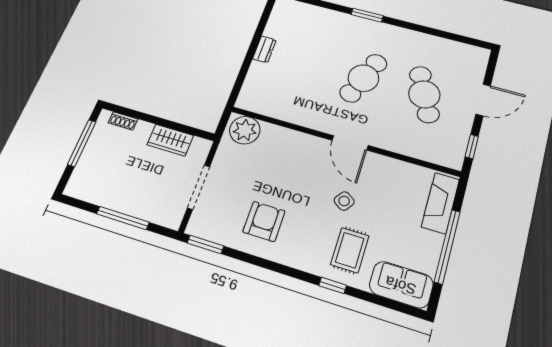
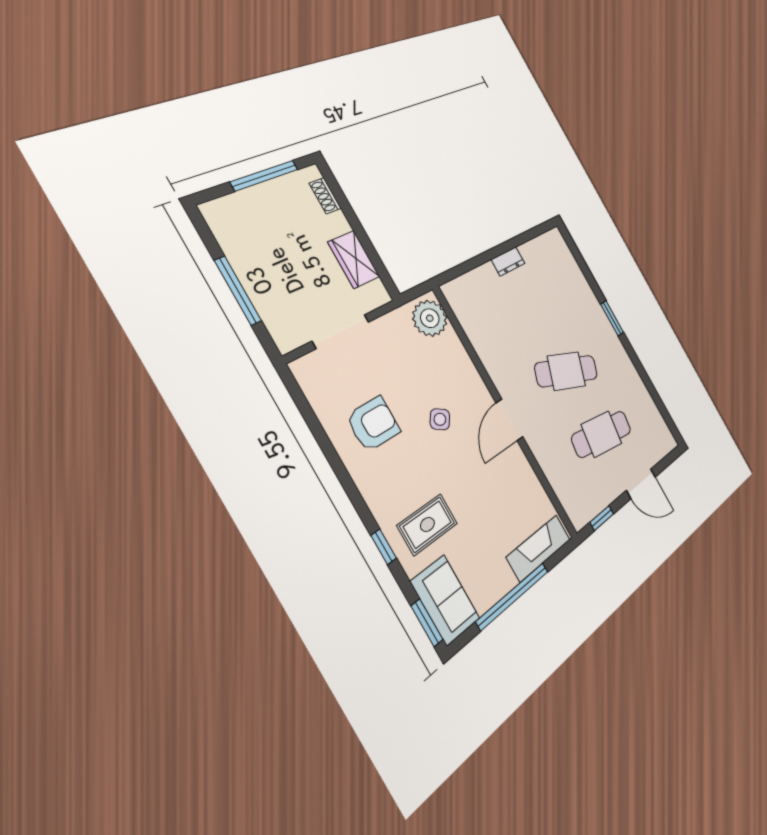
cafe table: (424, 94) -> (602, 434), turned 33
side table: (344, 201) -> (440, 419), moved
window: (205, 245) -> (427, 623), moved

